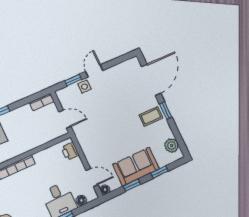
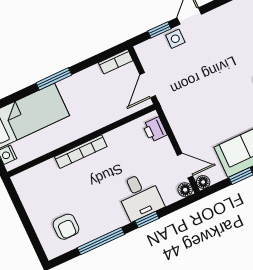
door: (65, 119) -> (148, 85), swing flipped
floor lamp: (81, 200) -> (185, 190), moved

